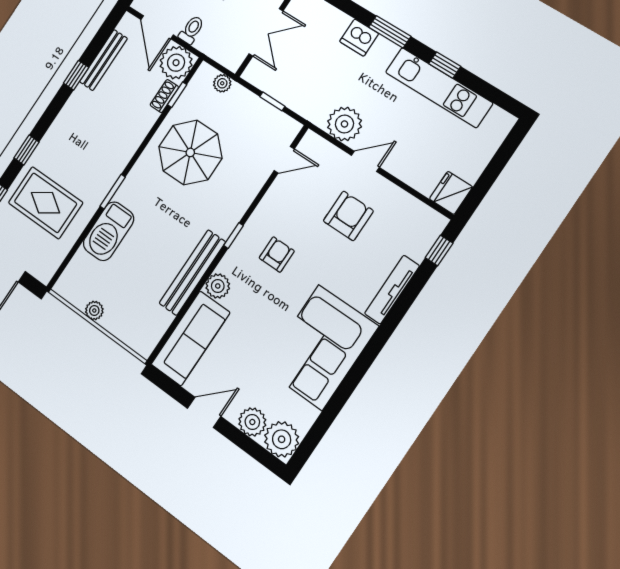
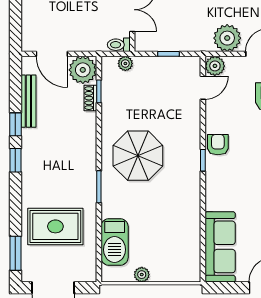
toilet: (192, 30) -> (119, 45), moved, turned -90
window: (27, 150) -> (15, 160), moved
parasol: (190, 152) -> (138, 156), moved
barbecue: (108, 231) -> (115, 242), moved
armchair: (277, 255) -> (218, 145), moved
bench: (192, 273) -> (192, 203), removed
plant: (218, 286) -> (215, 66), moved

